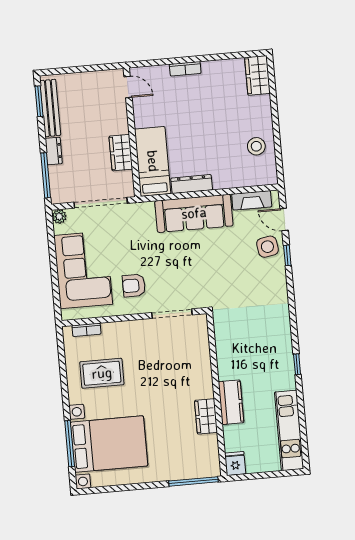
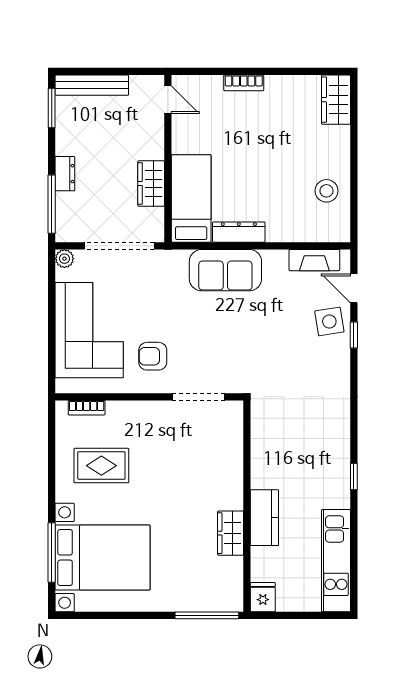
bench: (50, 108) -> (92, 85), moved, turned 90
sofa: (194, 213) -> (225, 270), width x0.73

